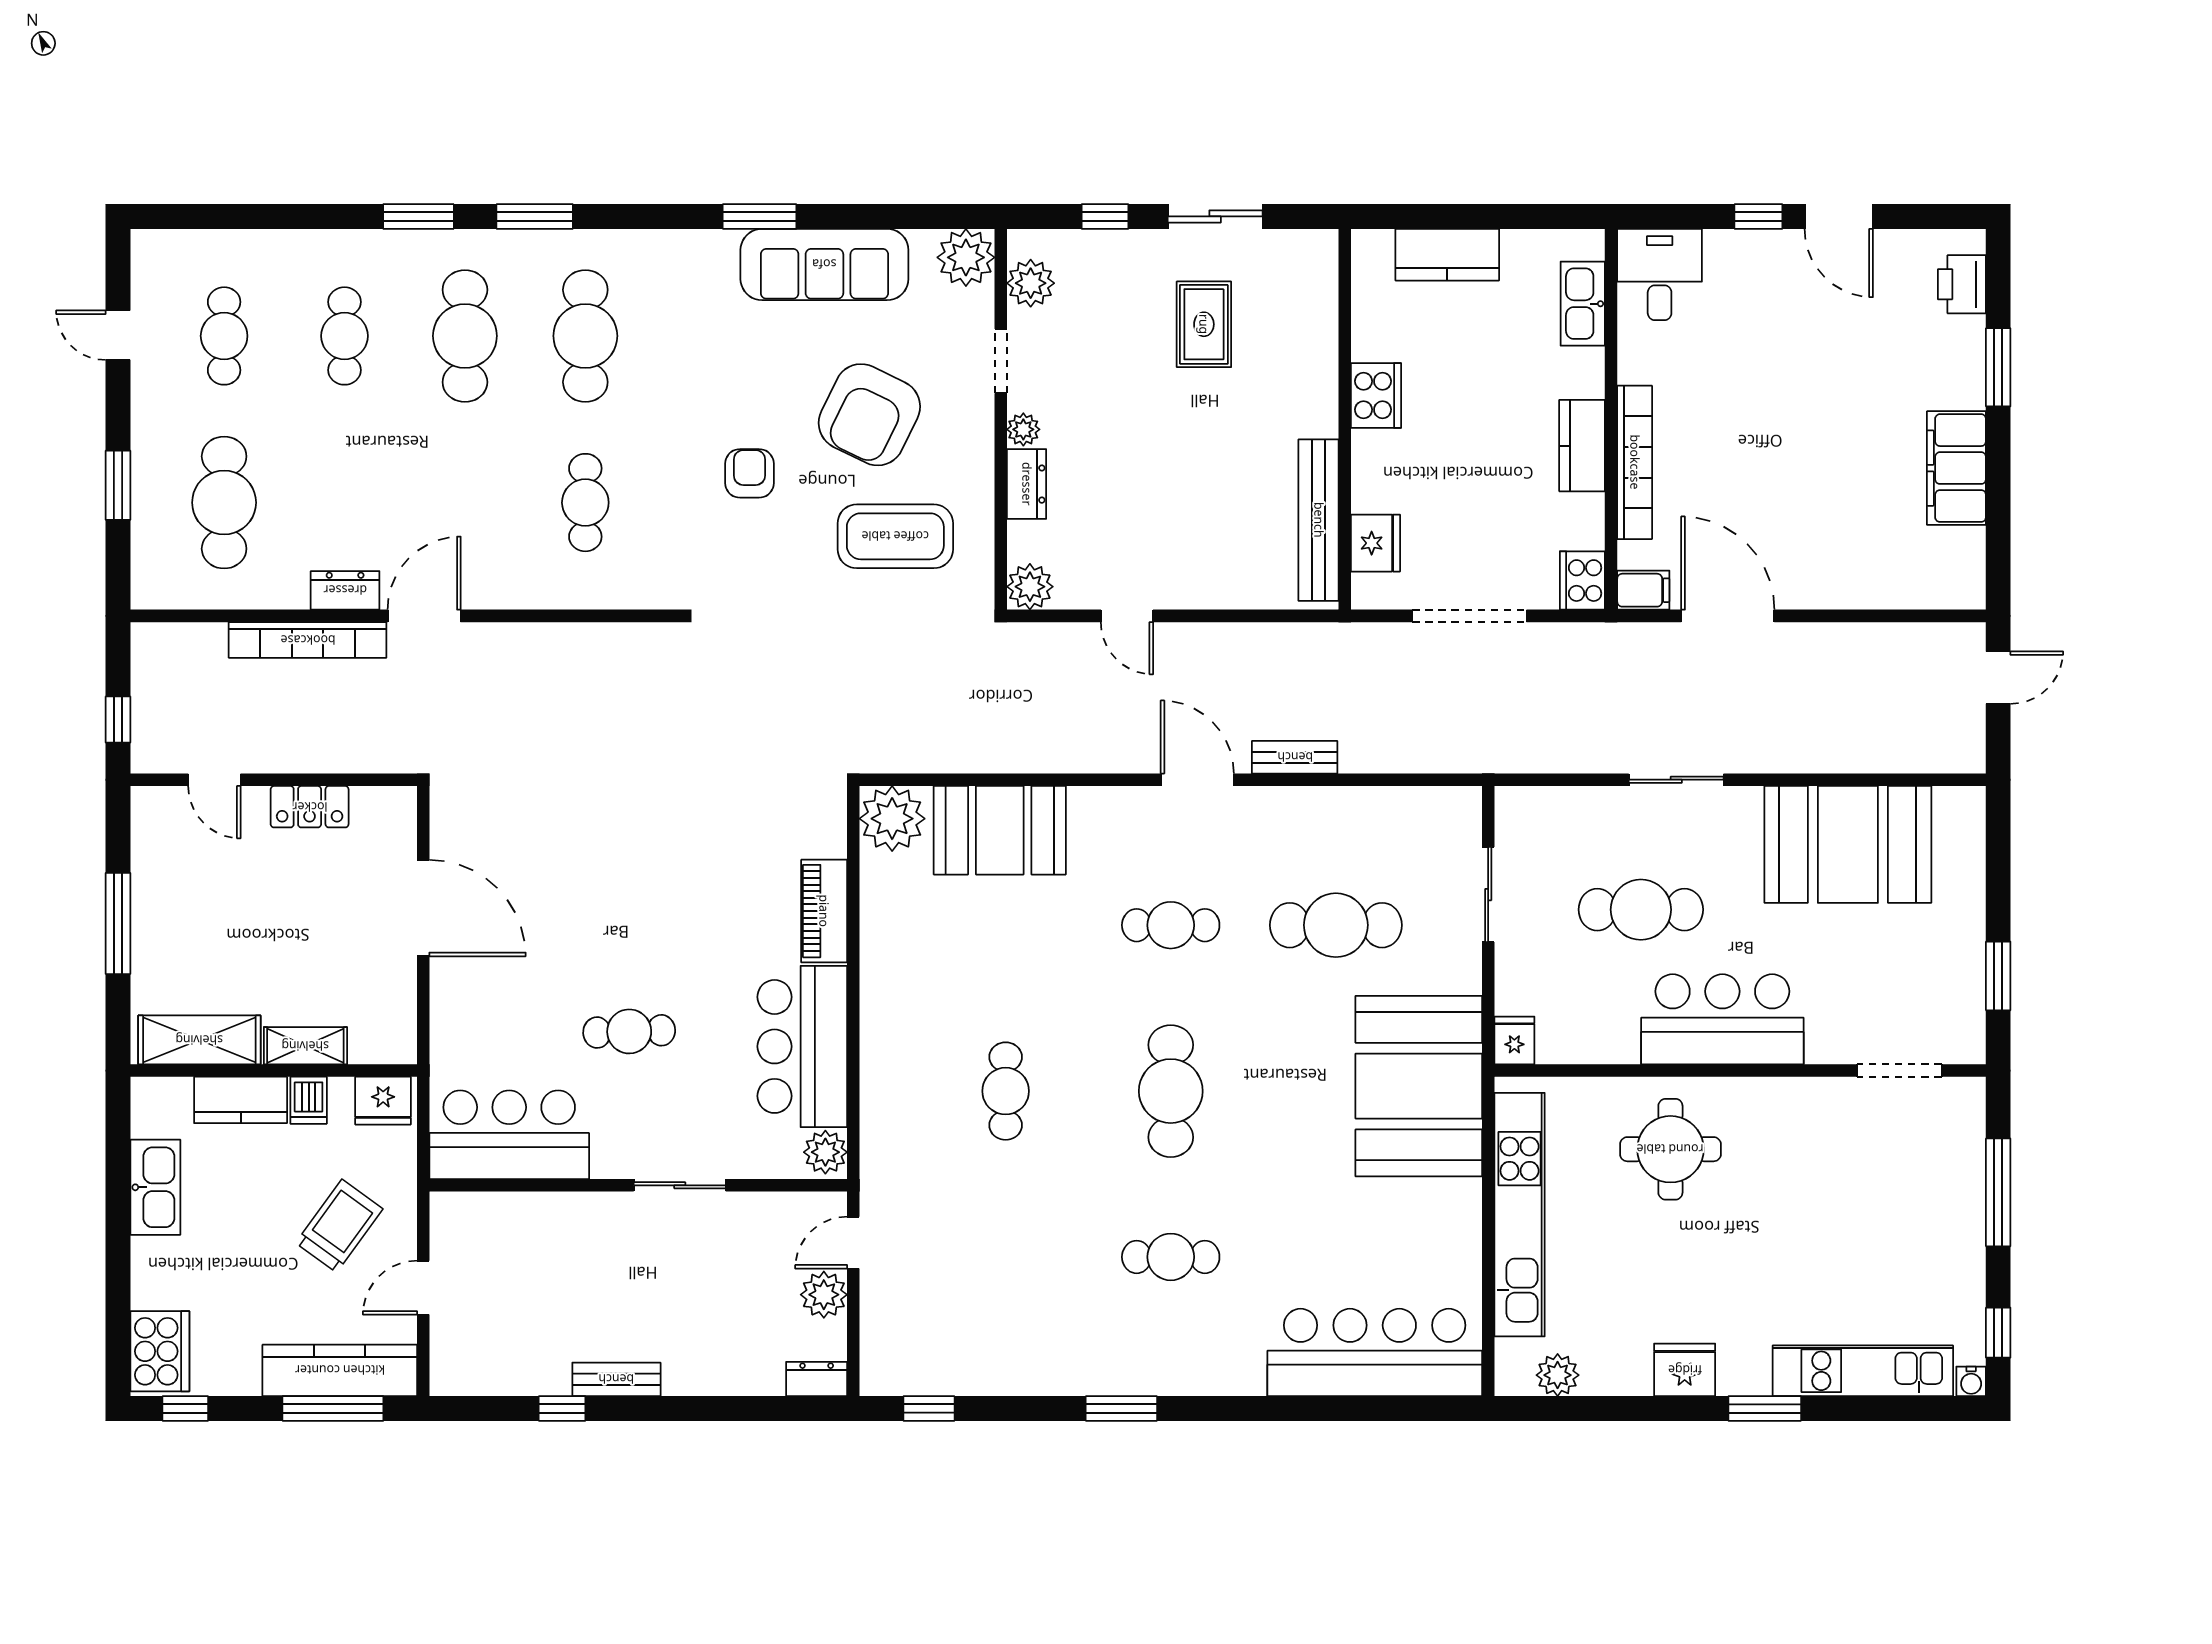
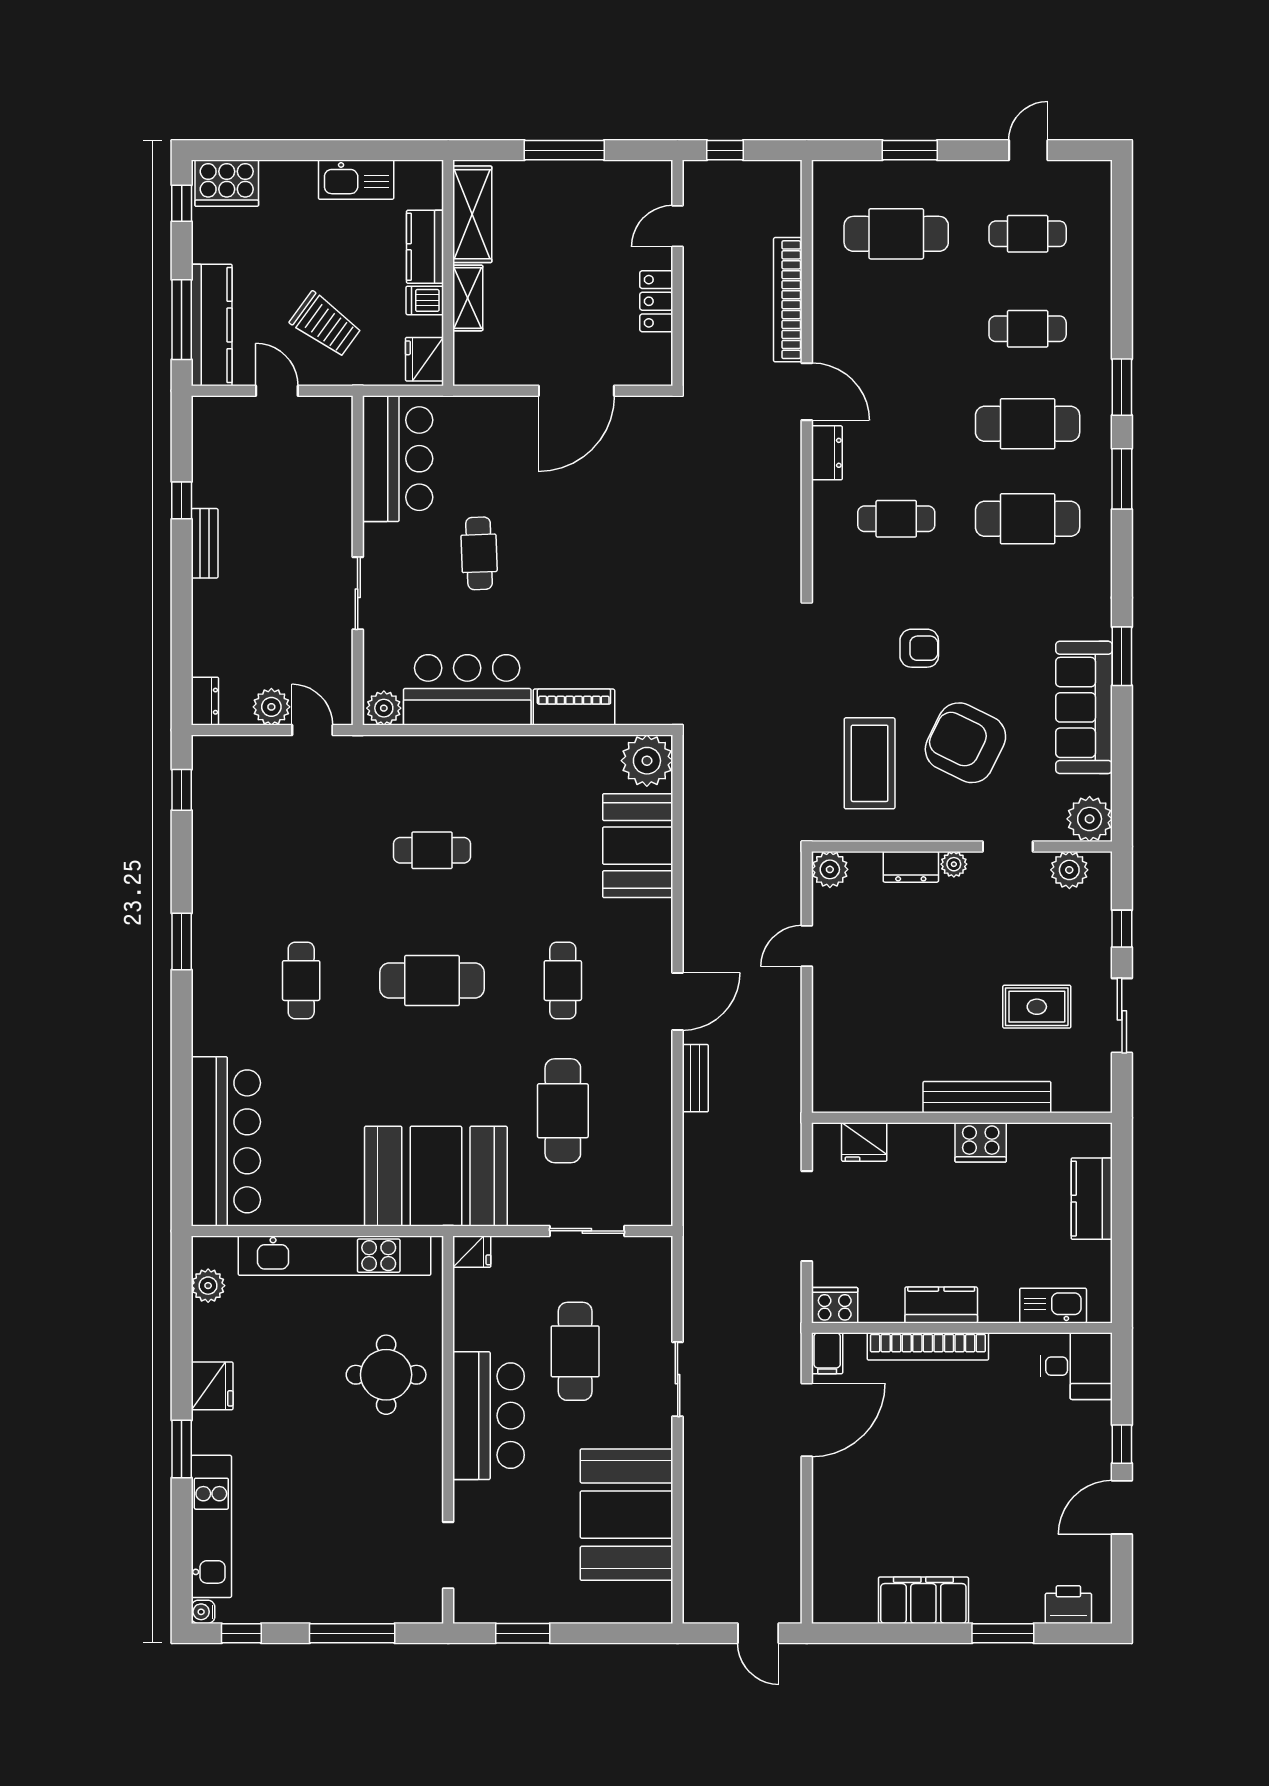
bench: (1319, 520) -> (987, 1097), moved
dresser: (345, 590) -> (827, 453), moved

